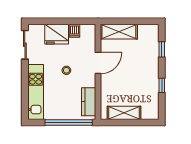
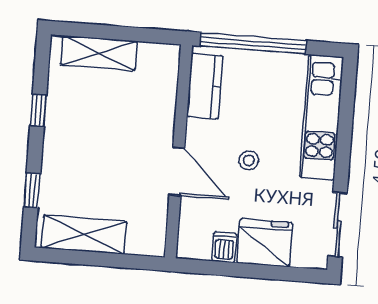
shelving: (119, 32) -> (84, 235), moved
door: (98, 63) -> (177, 171), swing flipped
shelving: (124, 113) -> (99, 53), moved

